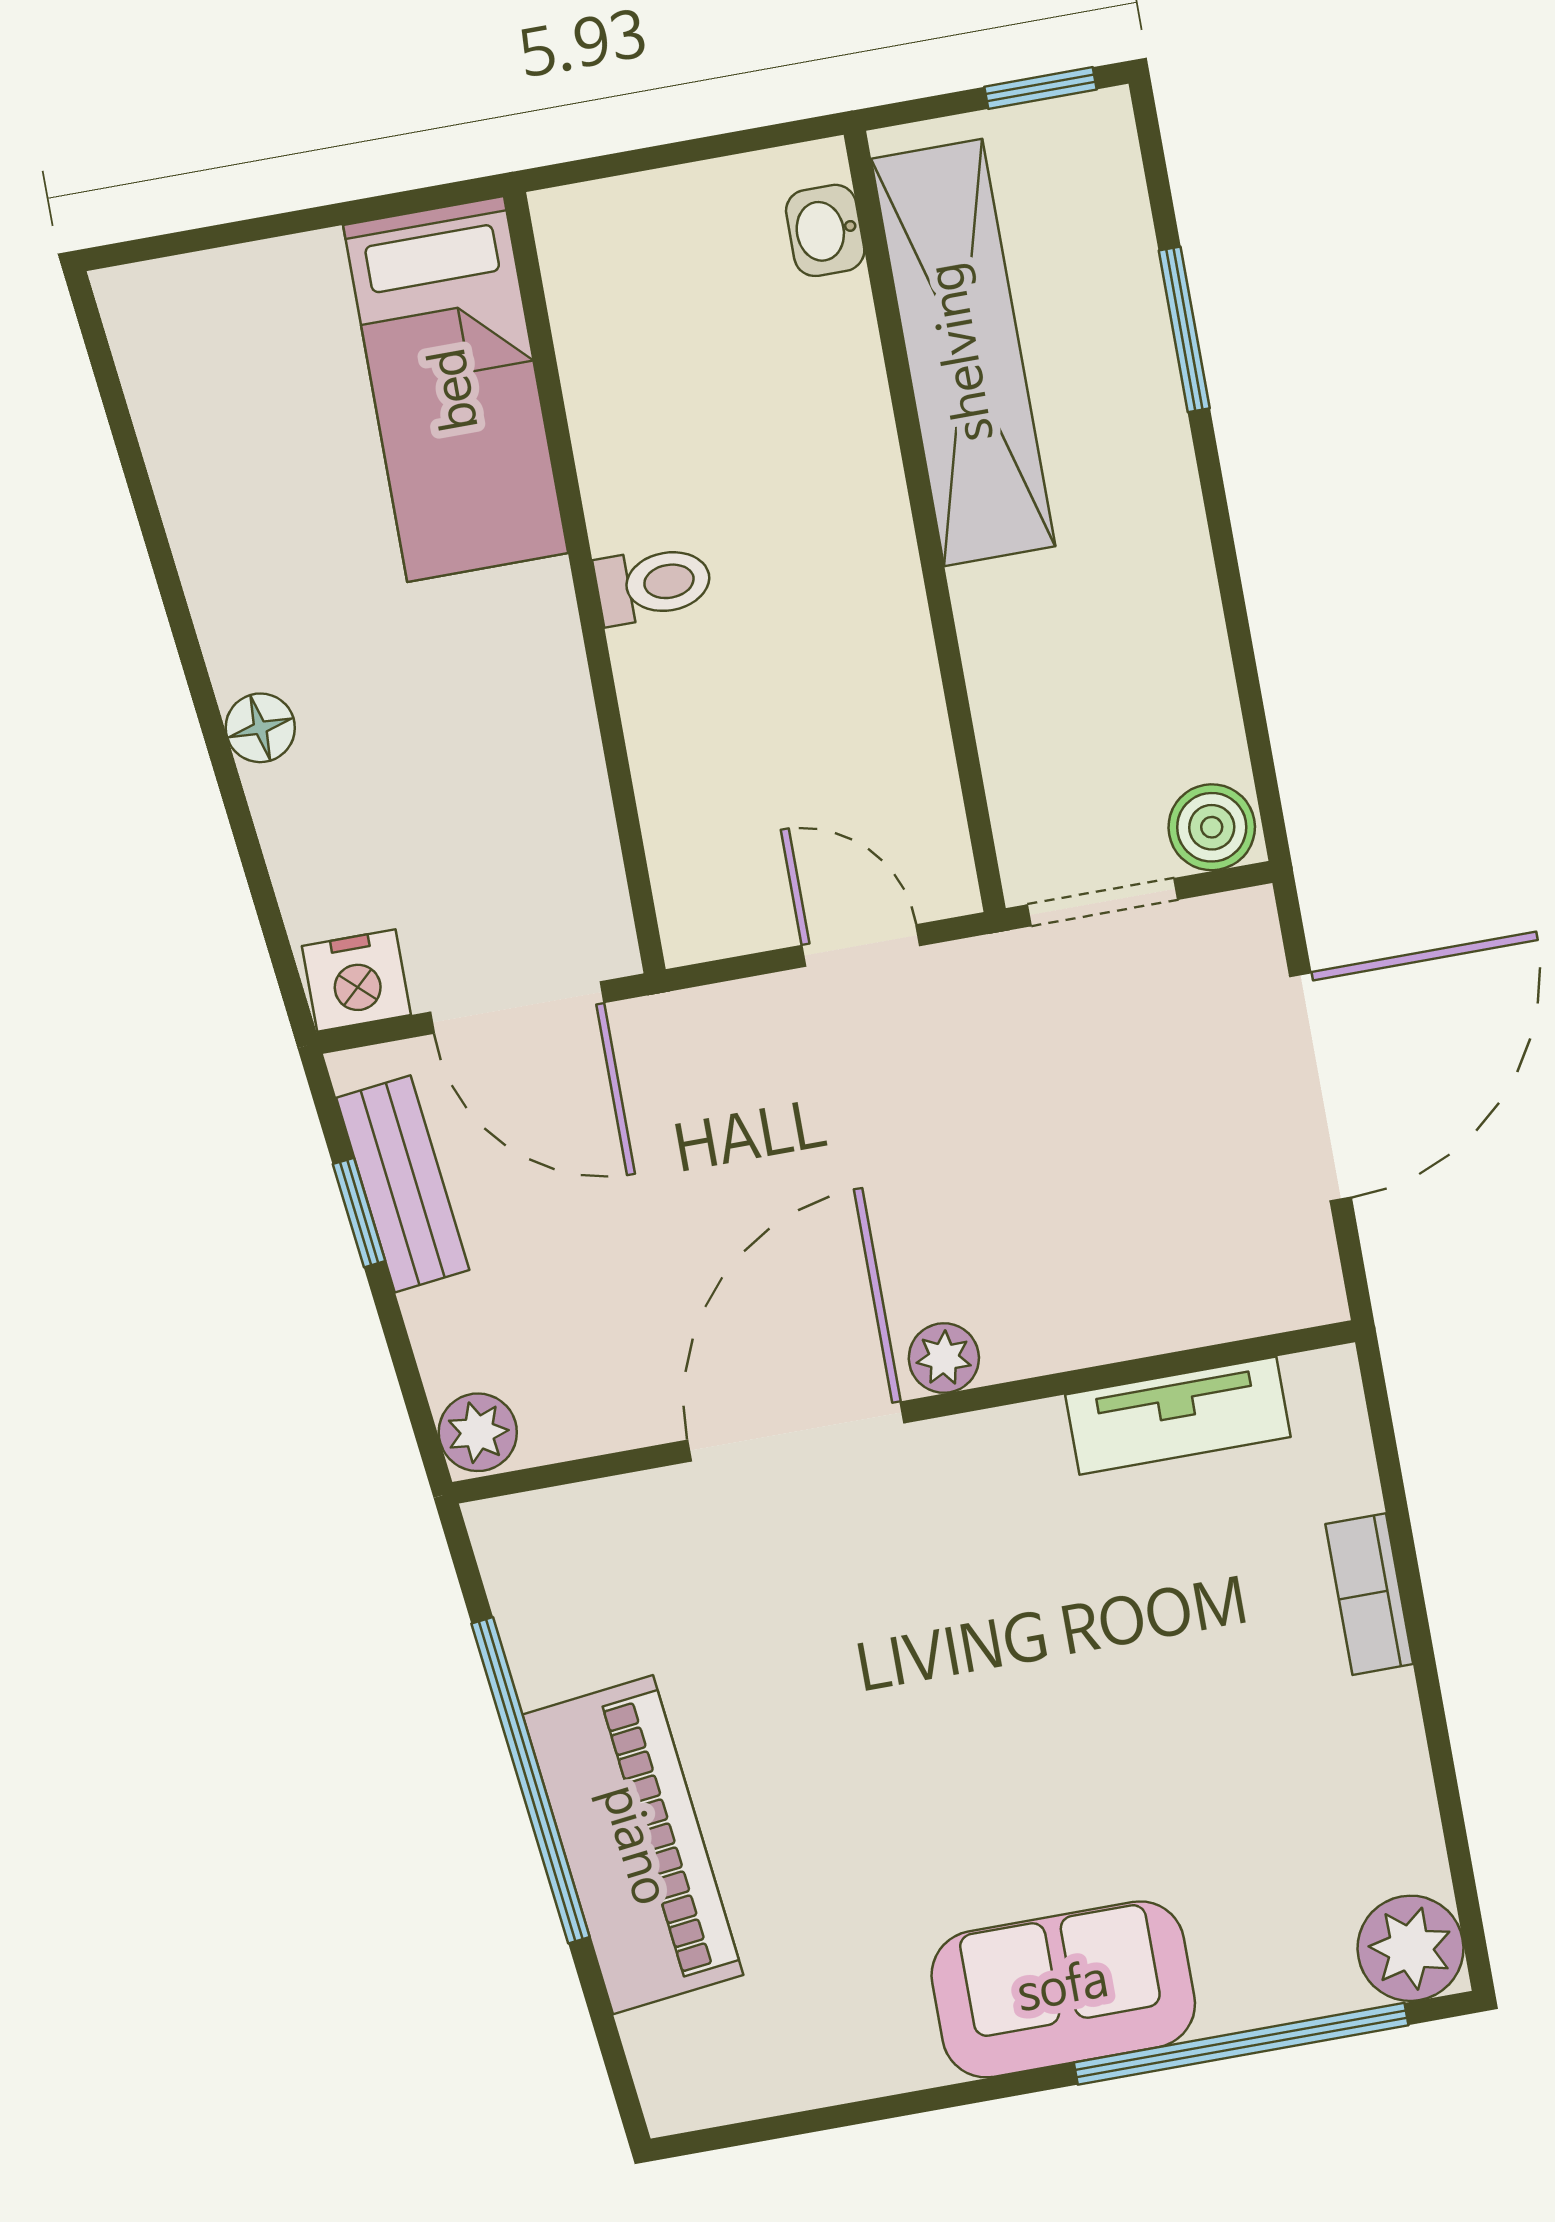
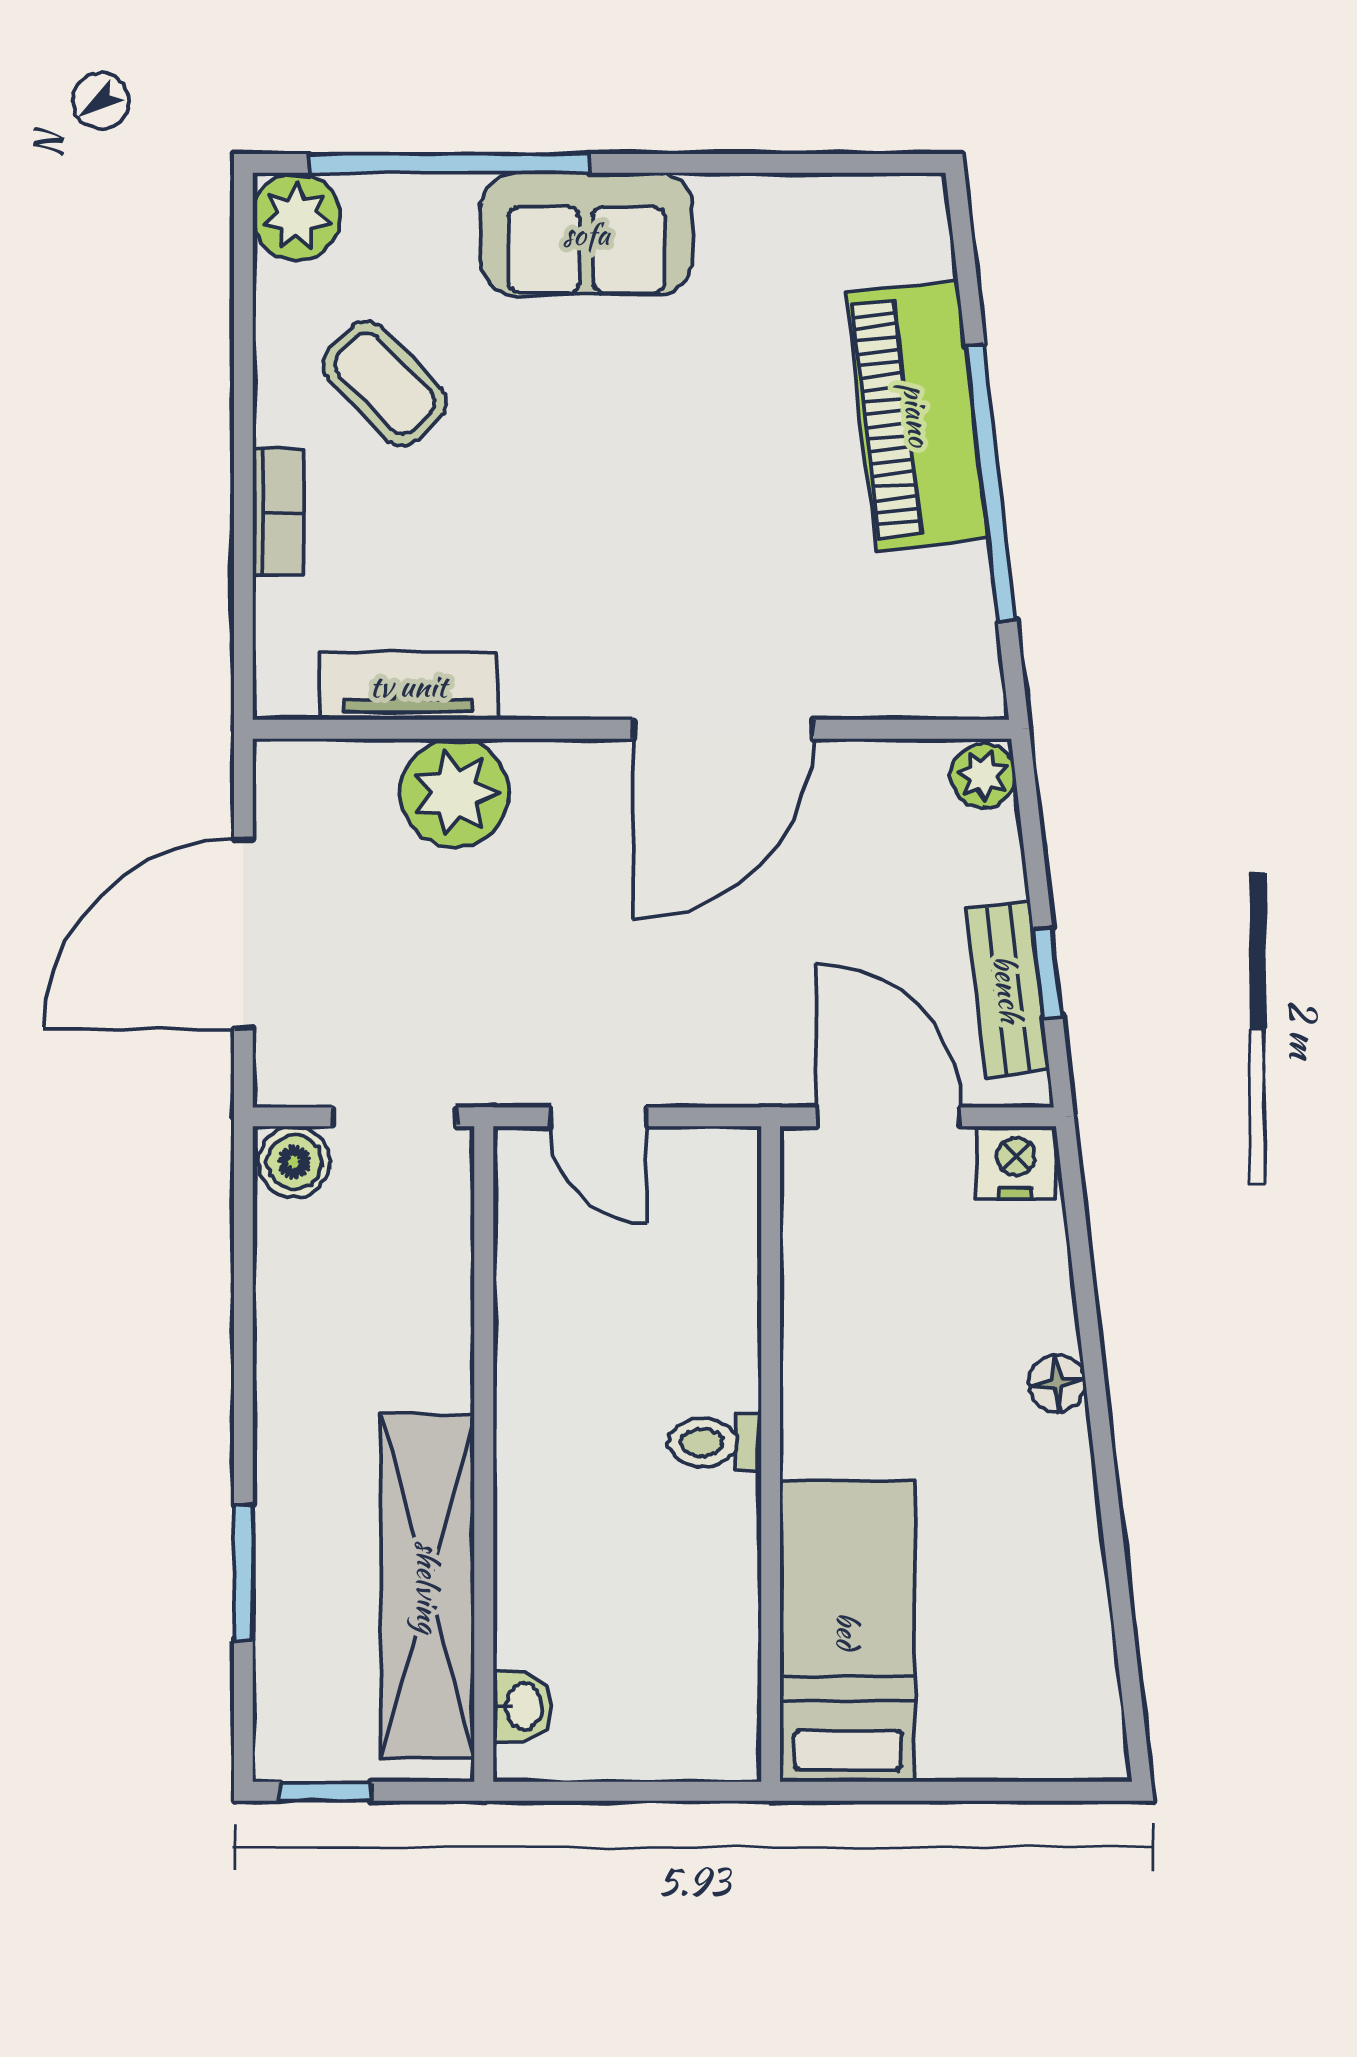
plant: (944, 1358) -> (455, 793), moved, width x1.87, depth x1.87
coffee table: (1271, 1769) -> (385, 383), added

